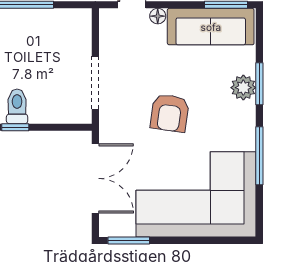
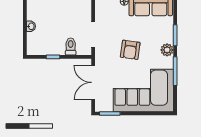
plant: (243, 88) -> (167, 50), moved
toilet: (17, 106) -> (71, 46), moved
double door: (95, 178) -> (93, 82), swing flipped

